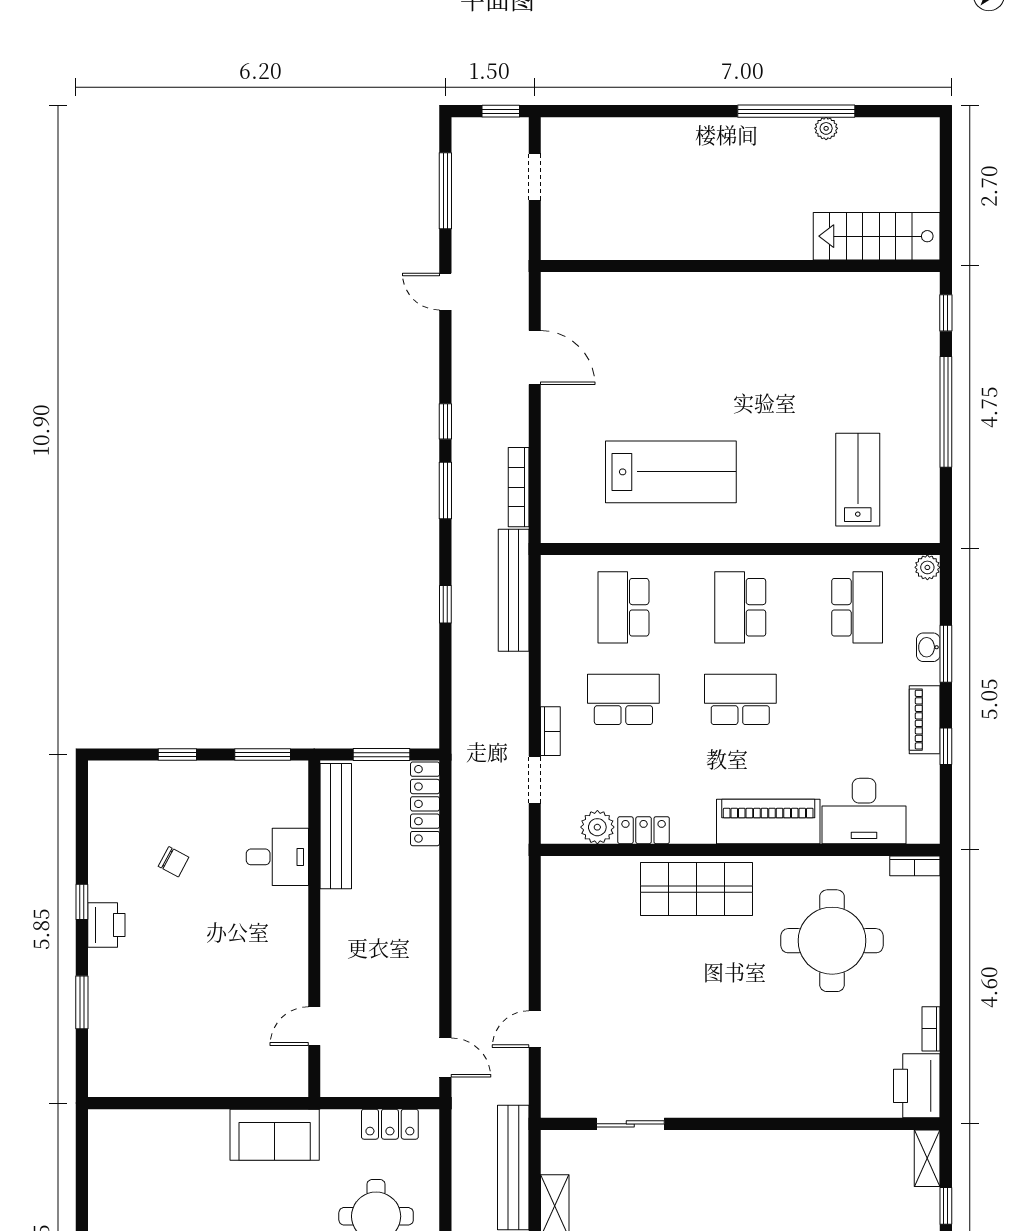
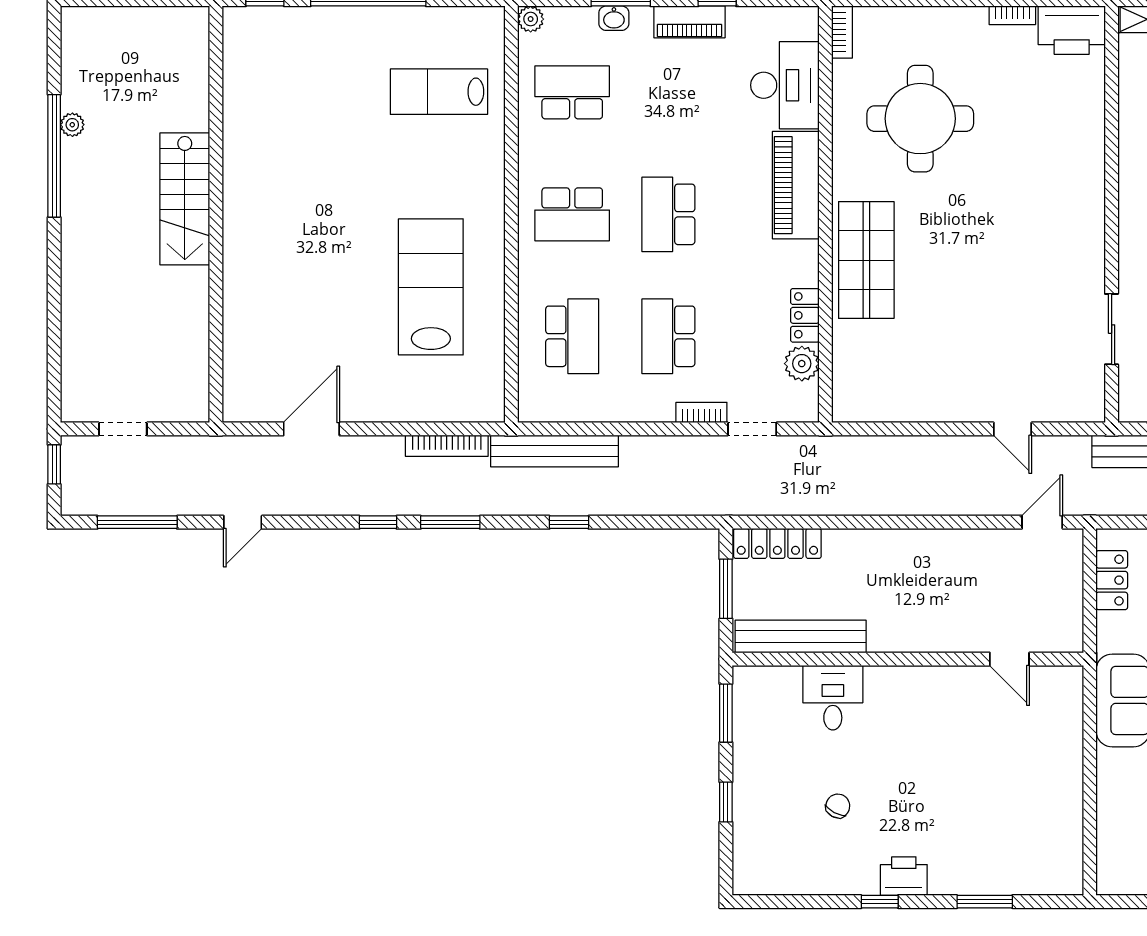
stairs: (877, 236) -> (185, 199), moved
school desk: (623, 607) -> (572, 336), turned -90

